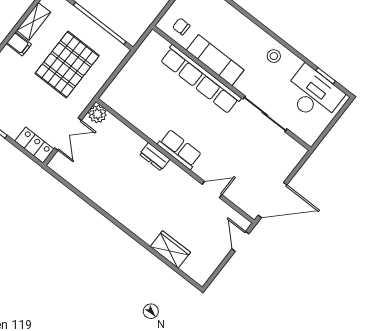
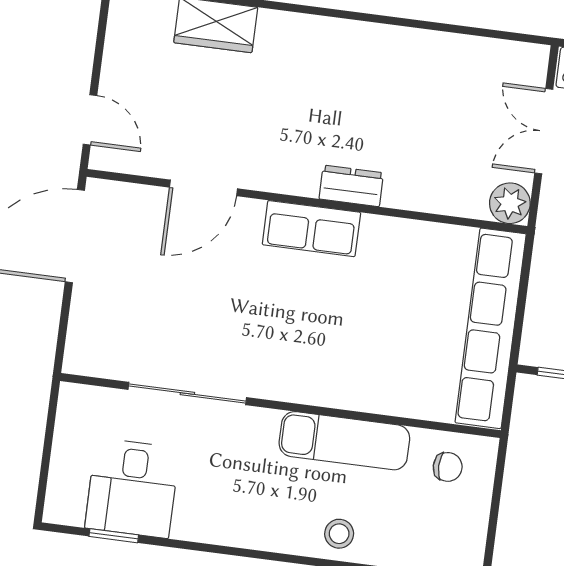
stool: (274, 56) -> (339, 534), moved
row of seats: (201, 79) -> (491, 328), moved, turned -90
desk: (313, 94) -> (132, 488), width x0.73
door: (212, 189) -> (204, 188), width x1.38

